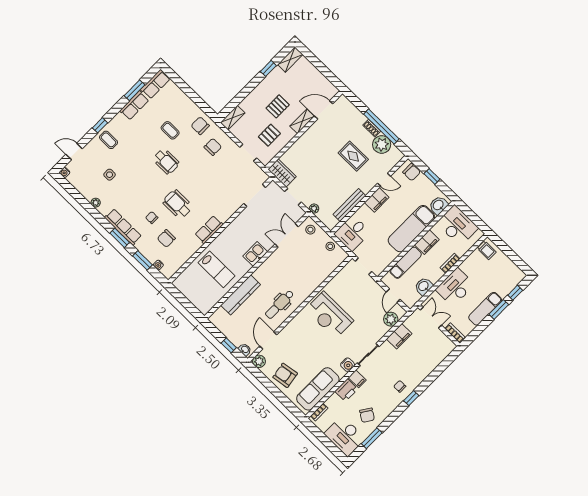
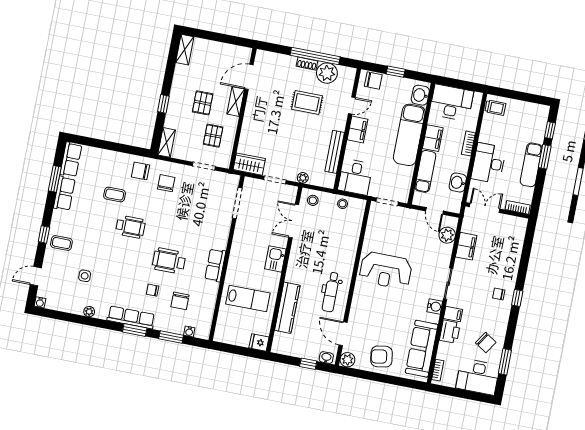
window: (268, 68) -> (163, 104), moved
fridge: (203, 306) -> (259, 342), added

